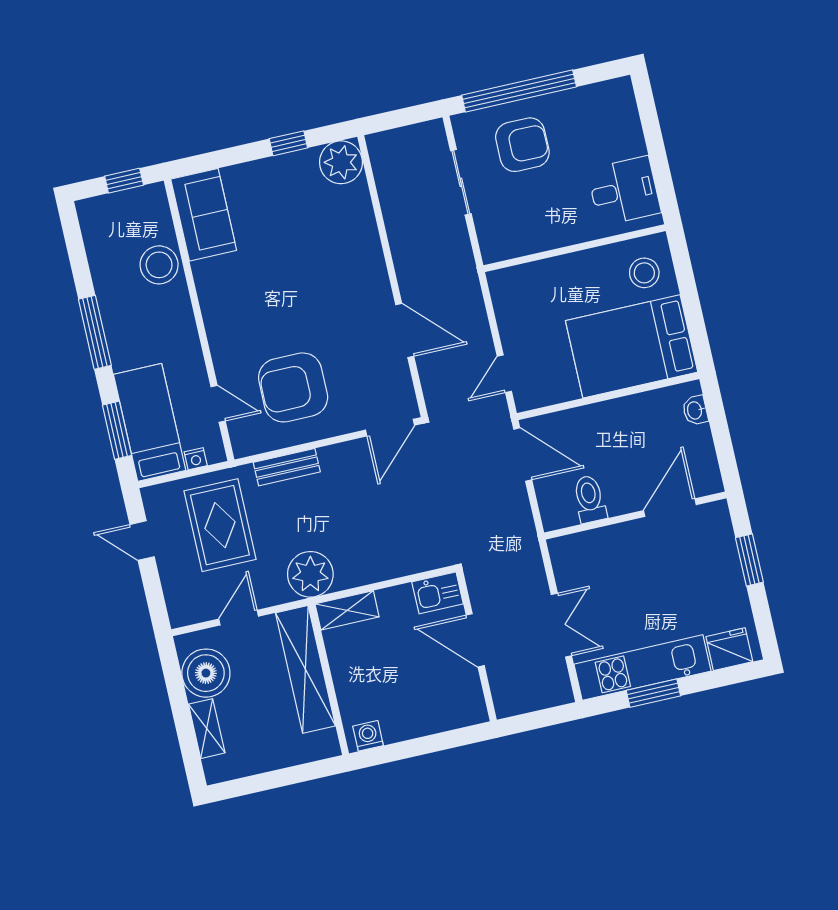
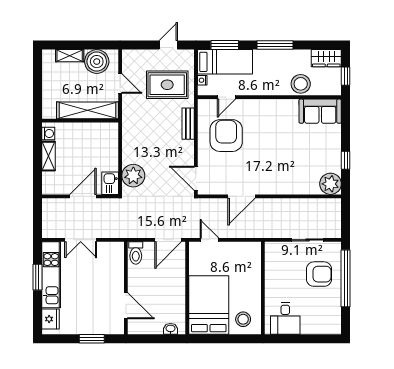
armchair: (522, 145) -> (319, 274), turned -90
wardrobe: (97, 226) -> (326, 58), added
toilet: (590, 499) -> (136, 253), moved, turned 90
plant: (310, 574) -> (133, 176), moved
shelving: (347, 610) -> (48, 156), moved

